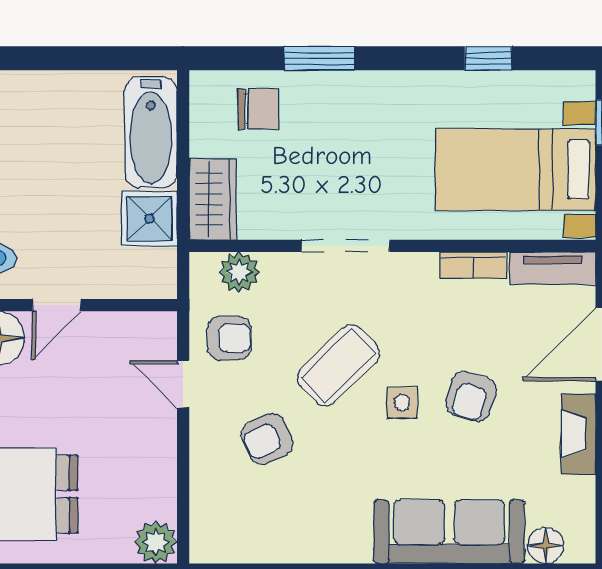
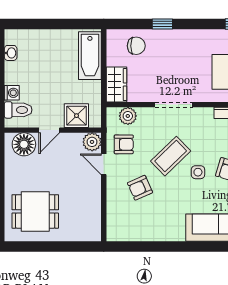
window: (319, 58) -> (162, 24), width x0.67
shower: (149, 219) -> (76, 116), moved
plant: (156, 542) -> (92, 142), moved

